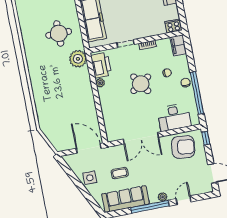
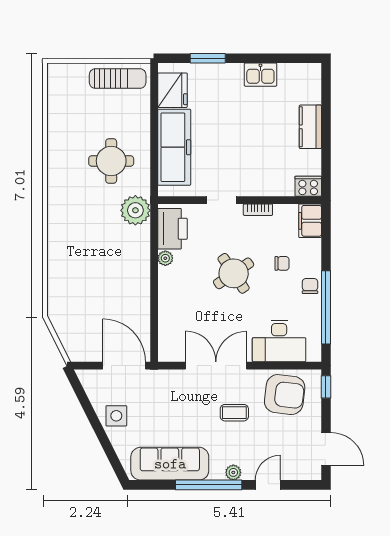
double door: (141, 138) -> (216, 366), swing flipped
coffee table: (120, 173) -> (234, 413), moved

